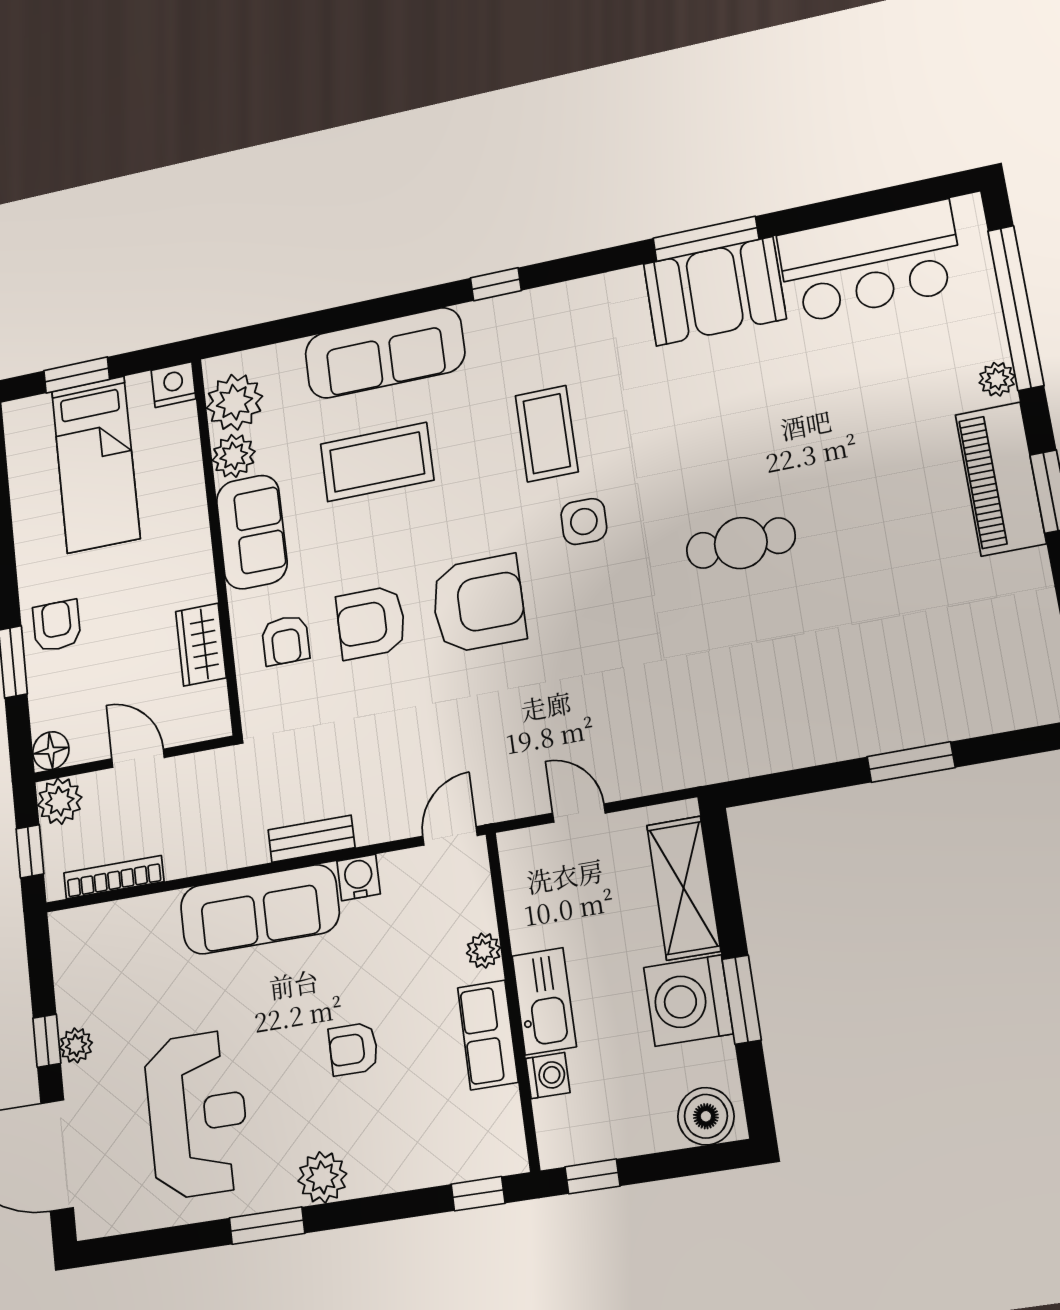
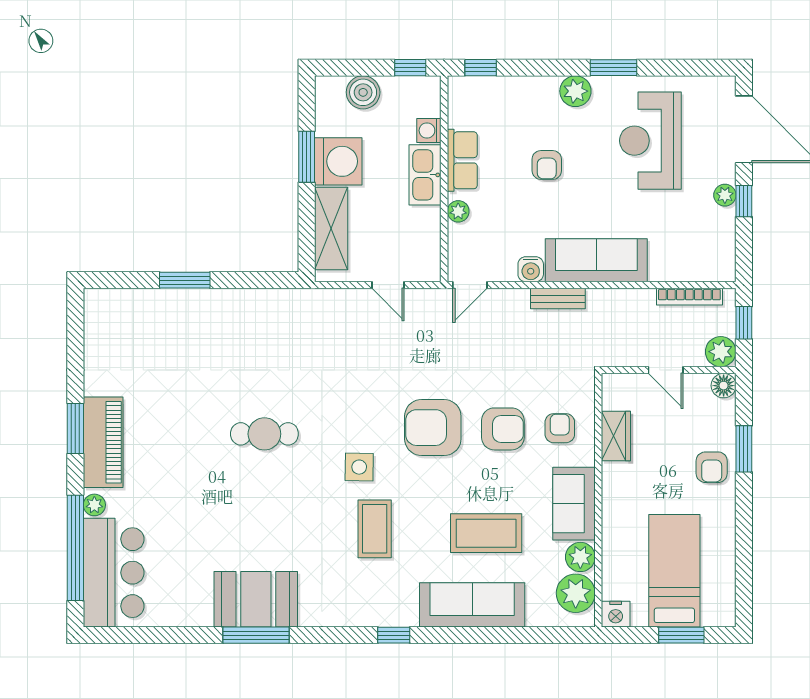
bar counter: (870, 262) -> (114, 573), moved, turned 90
armchair: (353, 1049) -> (547, 165), turned 90
boiler: (706, 1116) -> (363, 92), moved

